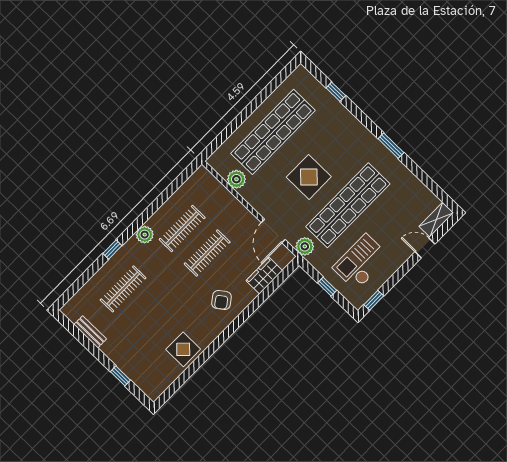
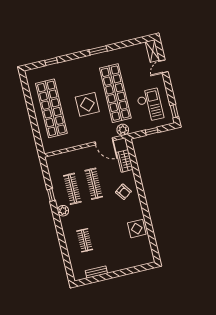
plant: (236, 179) -> (64, 144), removed
window: (112, 249) -> (51, 195), moved
checkout: (361, 262) -> (150, 105), turned 180
clothes rail: (123, 289) -> (85, 240), width x0.73
window: (120, 376) -> (130, 271), removed

